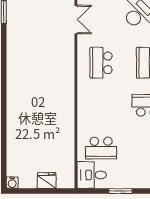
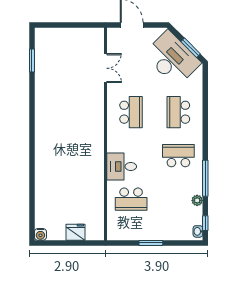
school desk: (101, 63) -> (131, 112), turned 180
desk: (92, 175) -> (122, 166), moved

